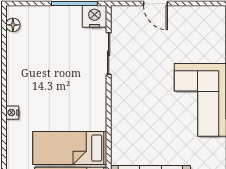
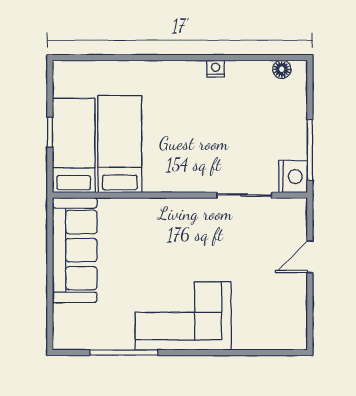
nightstand: (12, 113) -> (216, 69), moved

